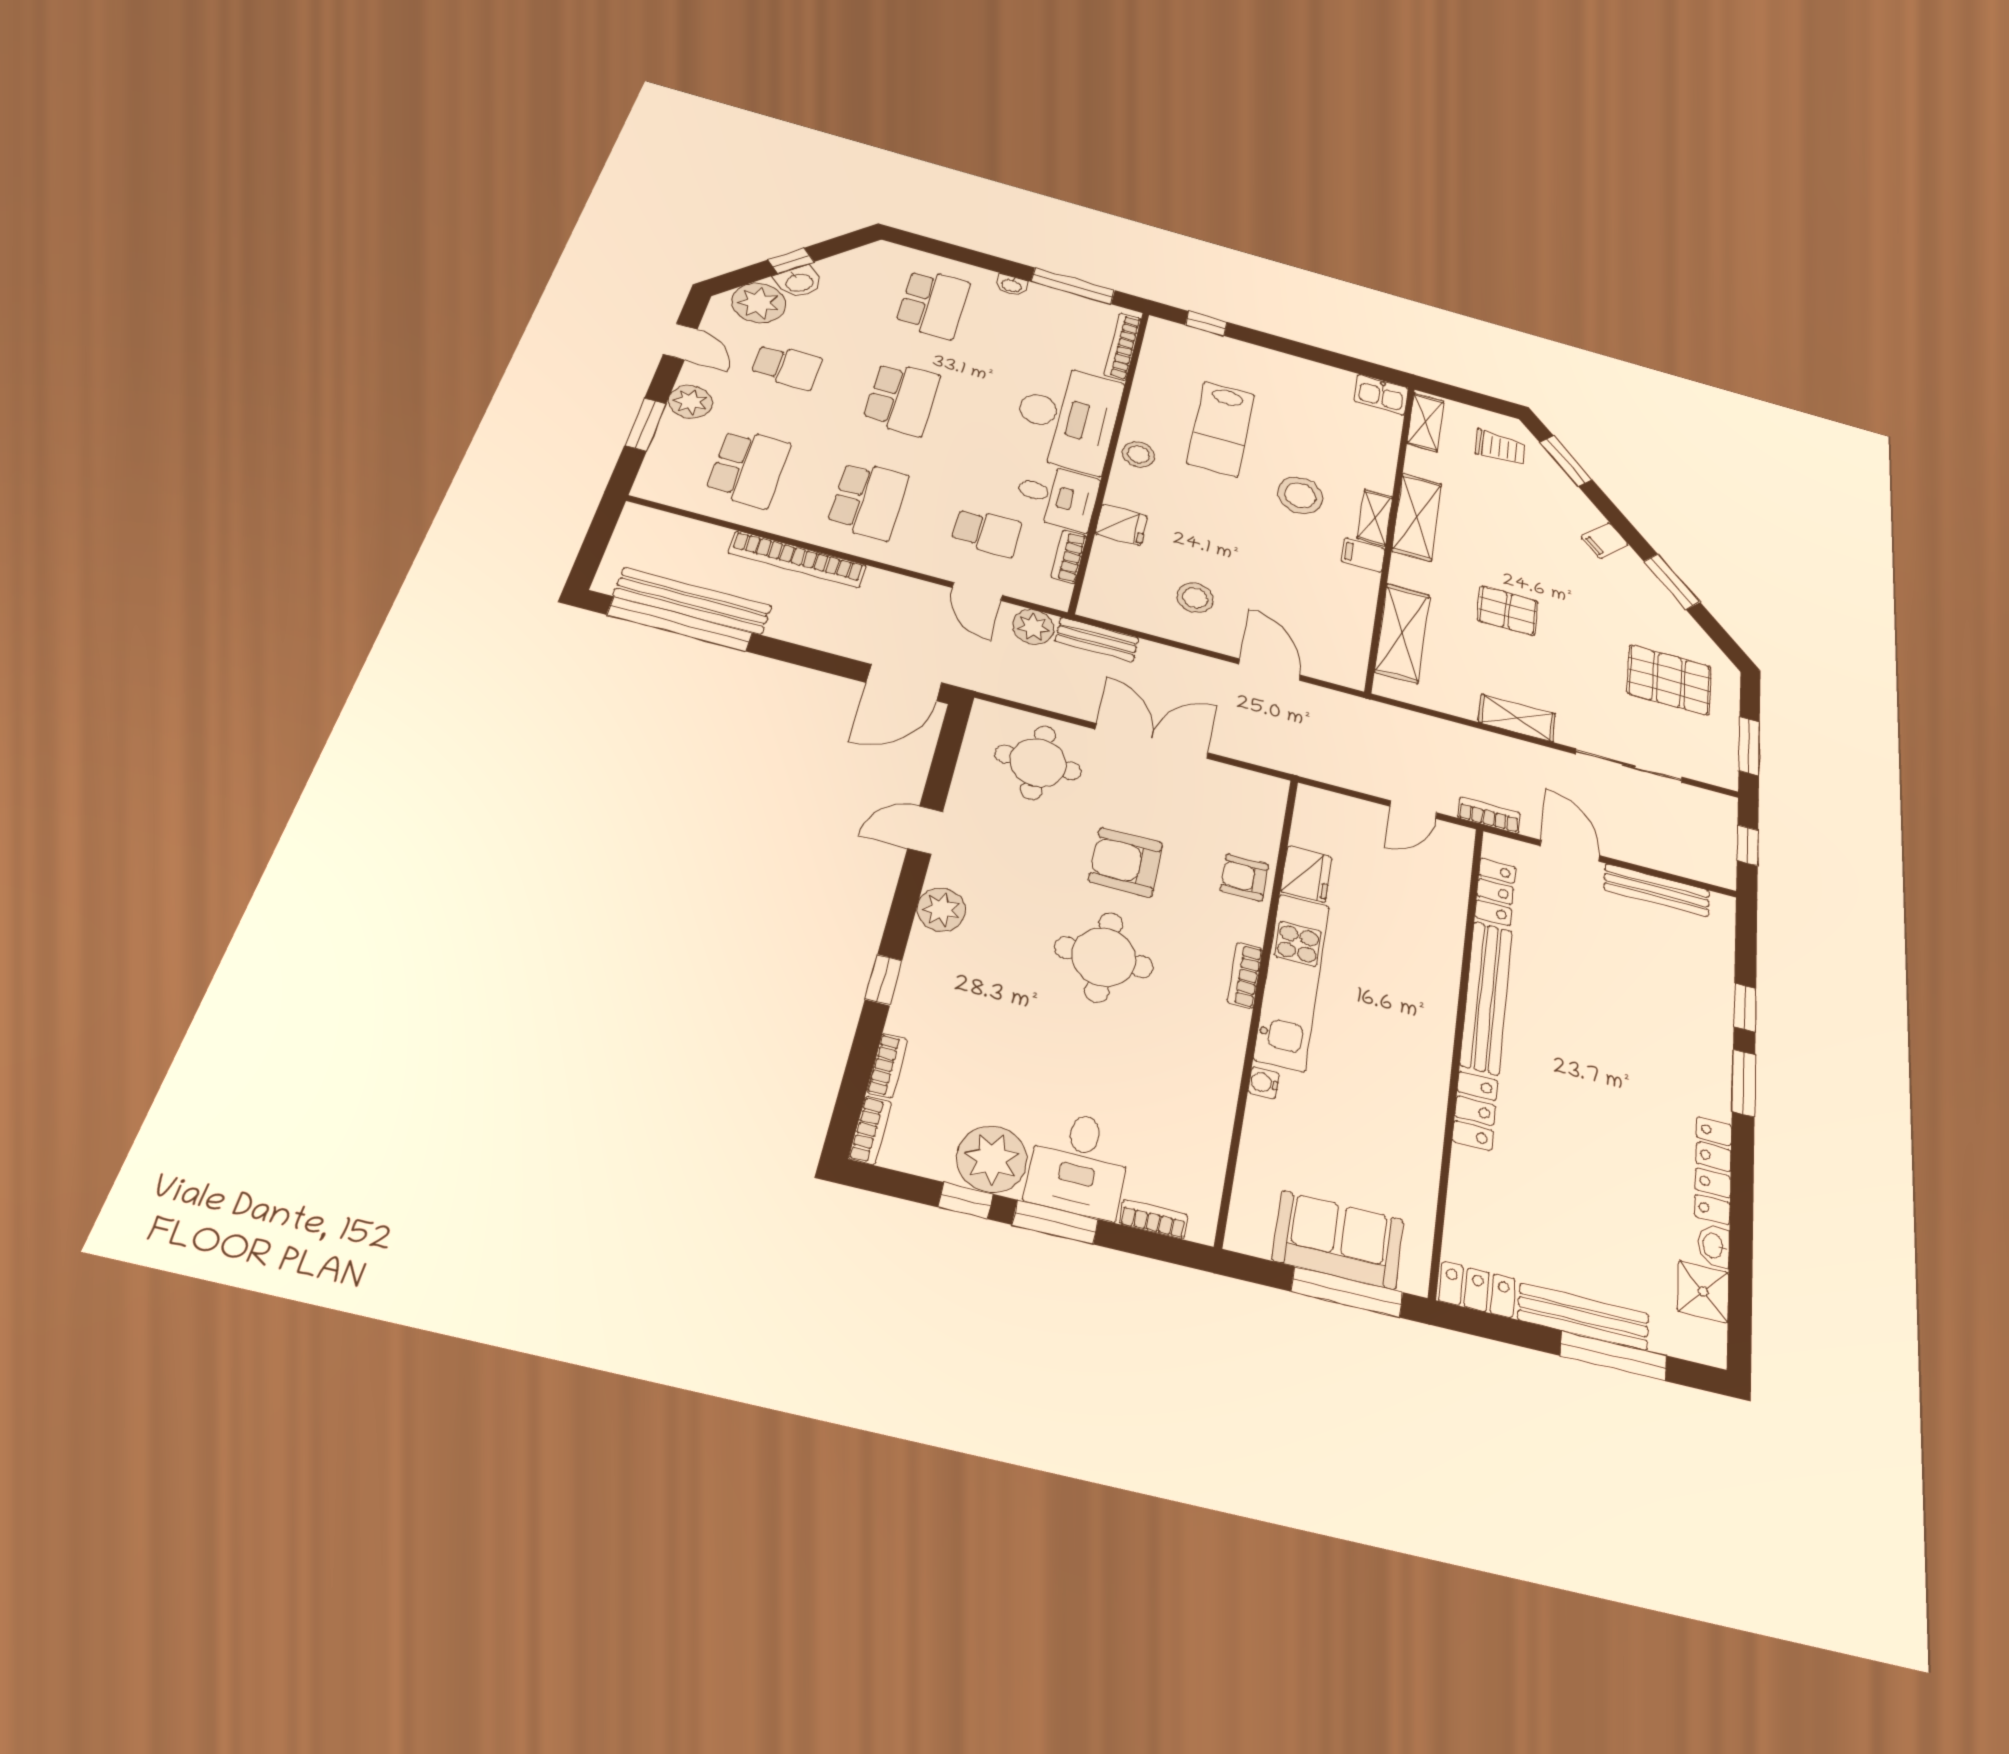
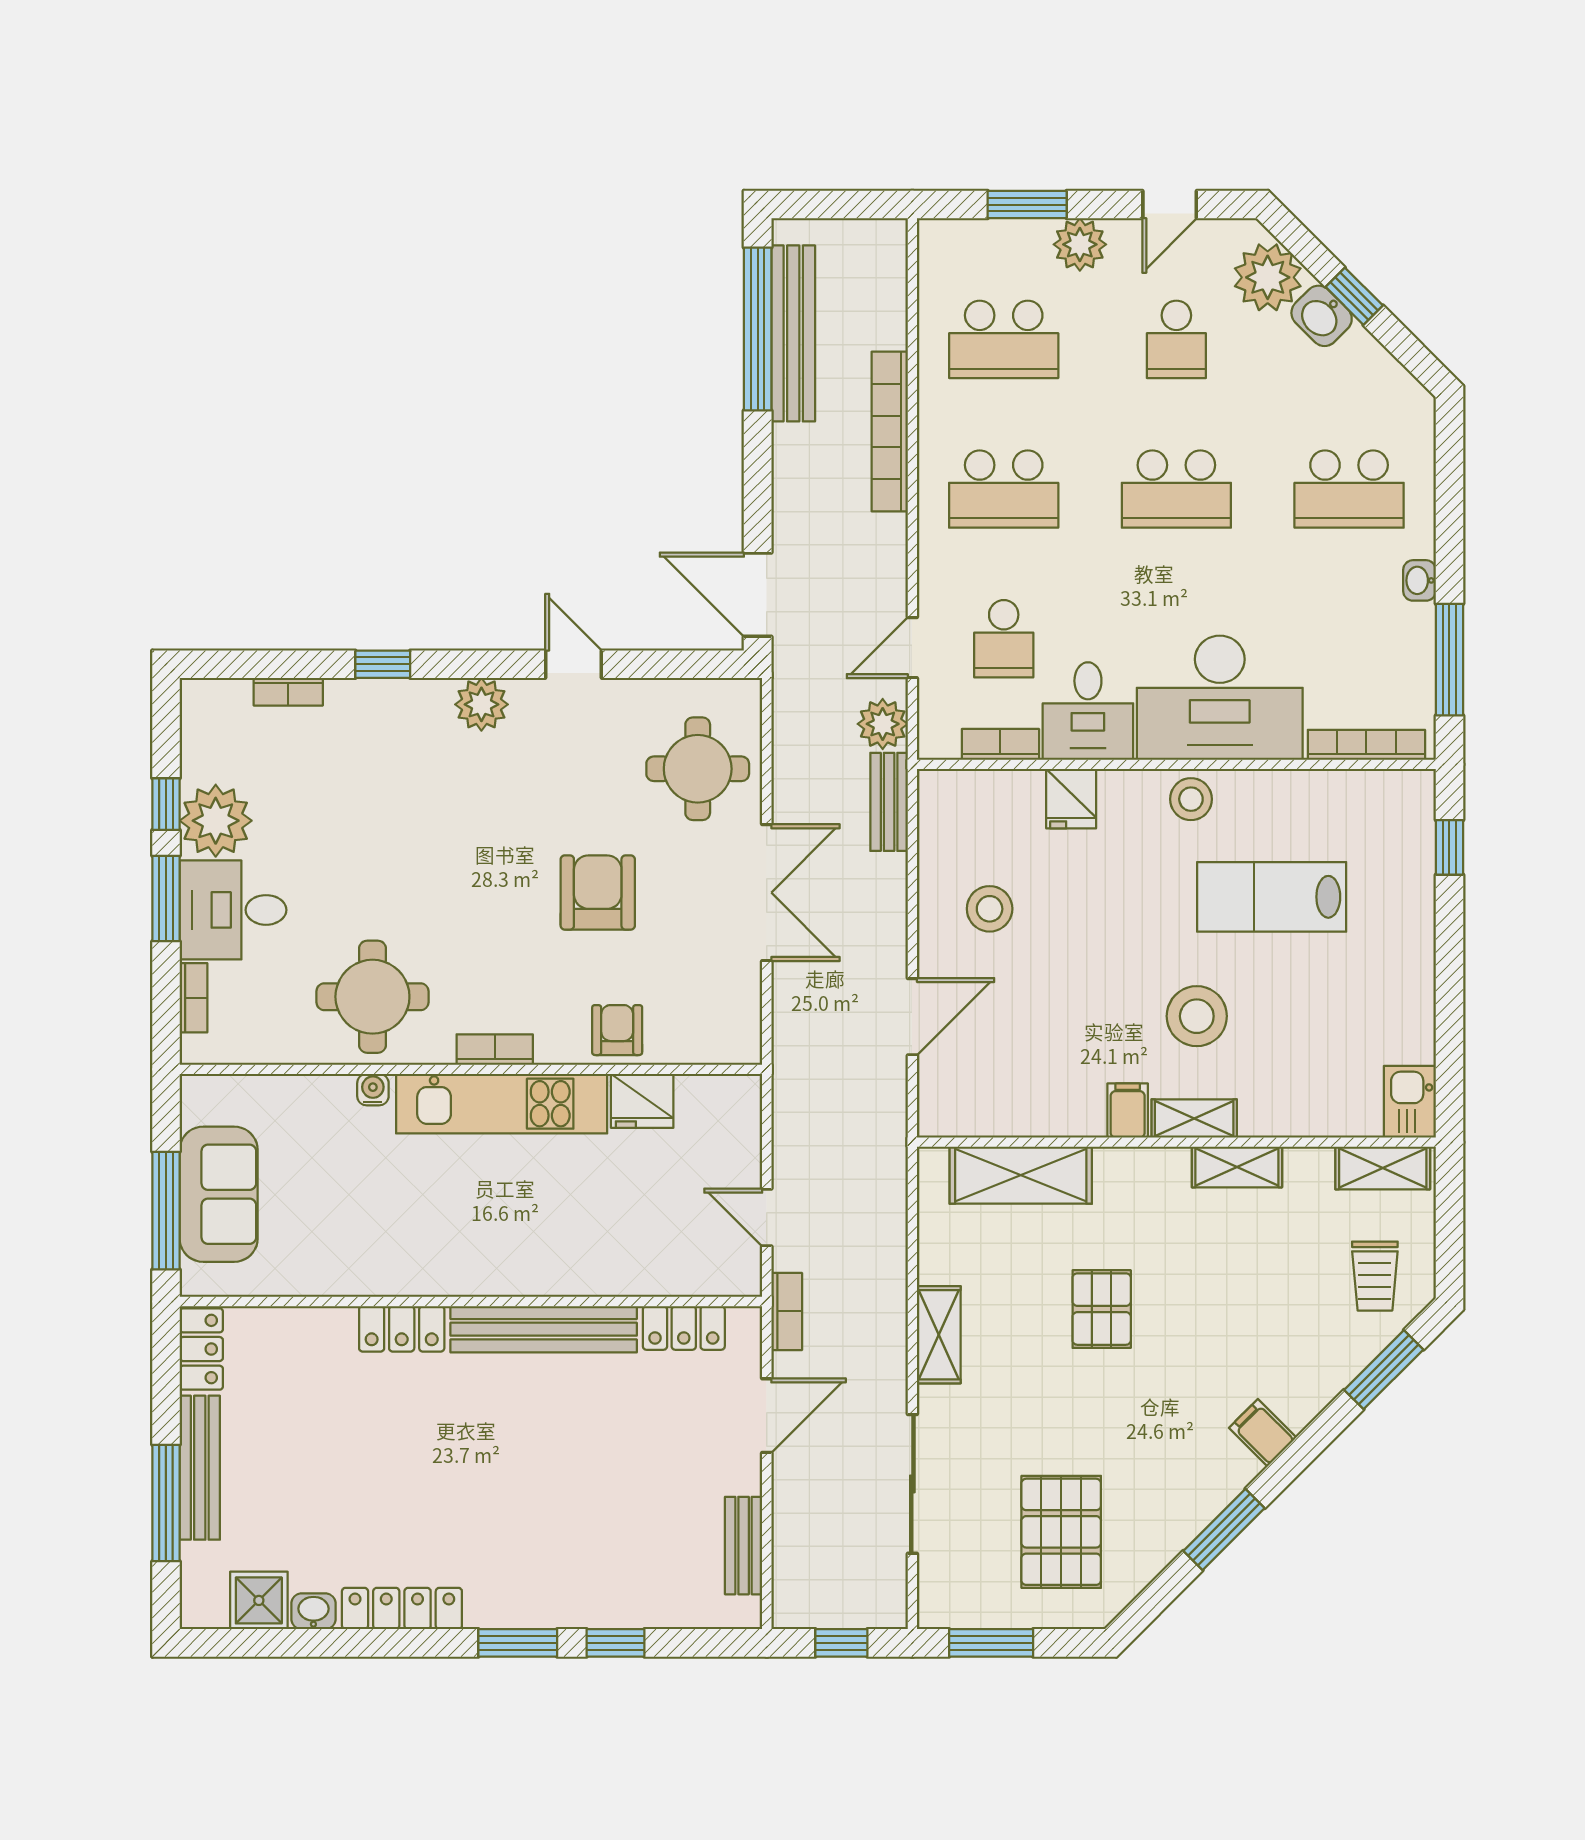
shelving: (1417, 517) -> (1237, 1167), width x0.67, depth x0.75
bench: (1657, 890) -> (744, 1546), width x0.73
round table: (1104, 957) -> (372, 997), moved
bookcase: (870, 1130) -> (215, 692), removed

